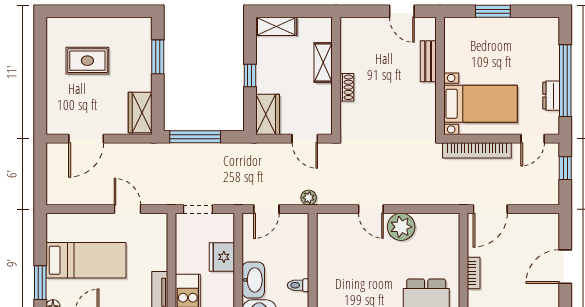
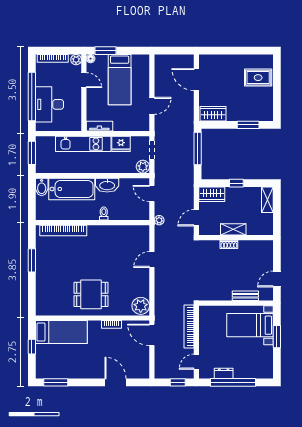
rug: (87, 61) -> (258, 78), moved, turned 90
shelving: (323, 62) -> (233, 229), moved
bed with nightstands: (481, 104) -> (250, 325), moved, turned 90
door: (533, 139) -> (196, 362), hinge flipped
plant: (224, 223) -> (143, 167), added
plant: (401, 227) -> (141, 306), moved
fridge: (222, 257) -> (121, 144), moved, turned 180

